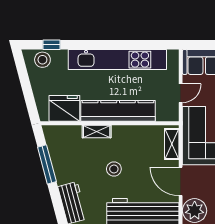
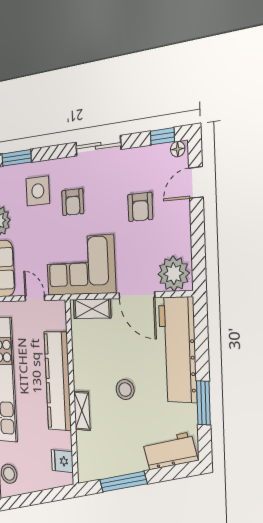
fridge: (64, 108) -> (62, 461), width x0.53, depth x0.75
door: (181, 181) -> (137, 295), hinge flipped

